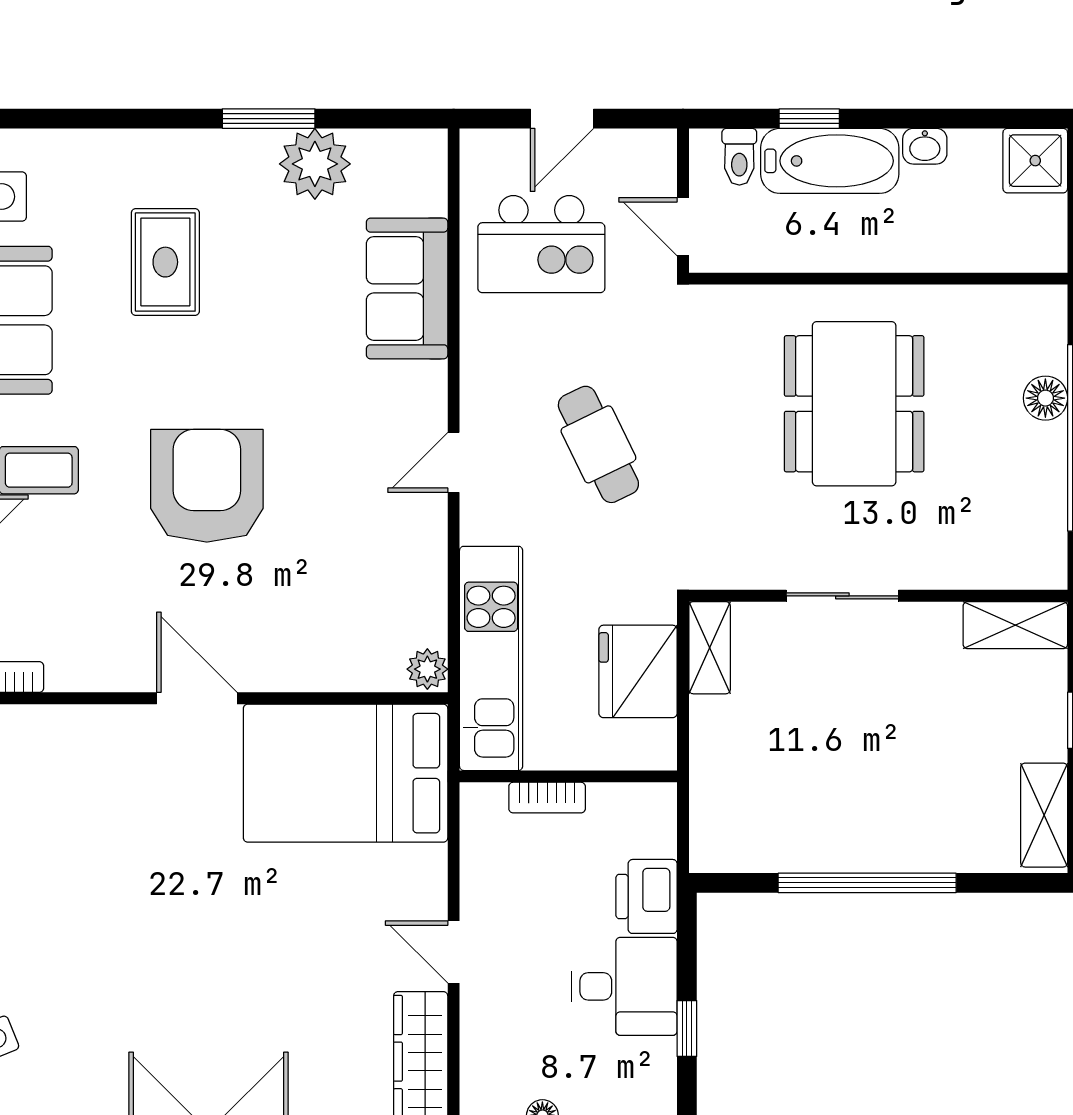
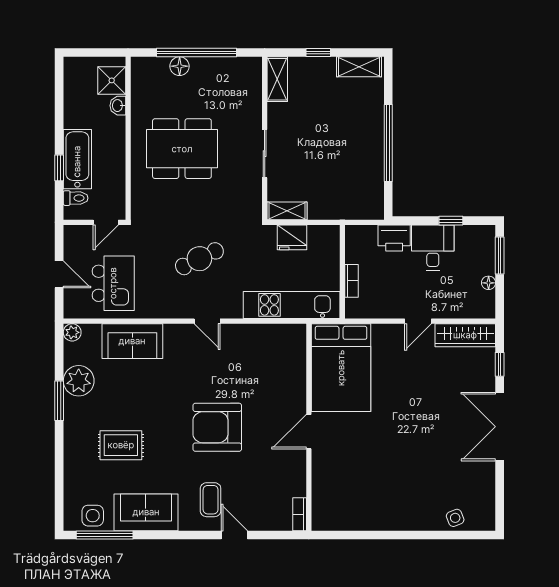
washbasin: (925, 146) -> (118, 106), moved, turned 180
shower: (1035, 161) -> (112, 80), moved
plant: (427, 669) -> (72, 332), moved
fridge: (638, 671) -> (292, 237), width x0.73, depth x0.75

